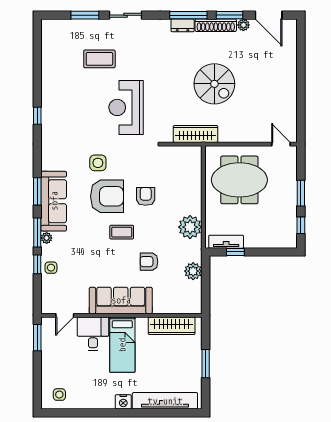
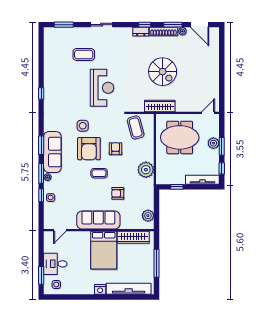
window: (85, 15) -> (64, 25), moved
window: (188, 15) -> (145, 25), width x0.46
reception desk: (126, 107) -> (102, 88), turned 180
wardrobe: (196, 134) -> (160, 106), moved
door: (281, 144) -> (208, 113), hinge flipped
coffee table: (175, 165) -> (136, 127), added
plant: (289, 188) -> (213, 143), added
armchair: (107, 196) -> (89, 149), turned 90
tv unit: (226, 242) -> (202, 180), moved, width x1.41
plant: (193, 271) -> (148, 216), moved
desk: (93, 334) -> (55, 264), moved, turned -90
window: (37, 338) -> (41, 275), moved
bed: (122, 345) -> (104, 250), width x1.50
window: (206, 364) -> (156, 263), width x1.44

